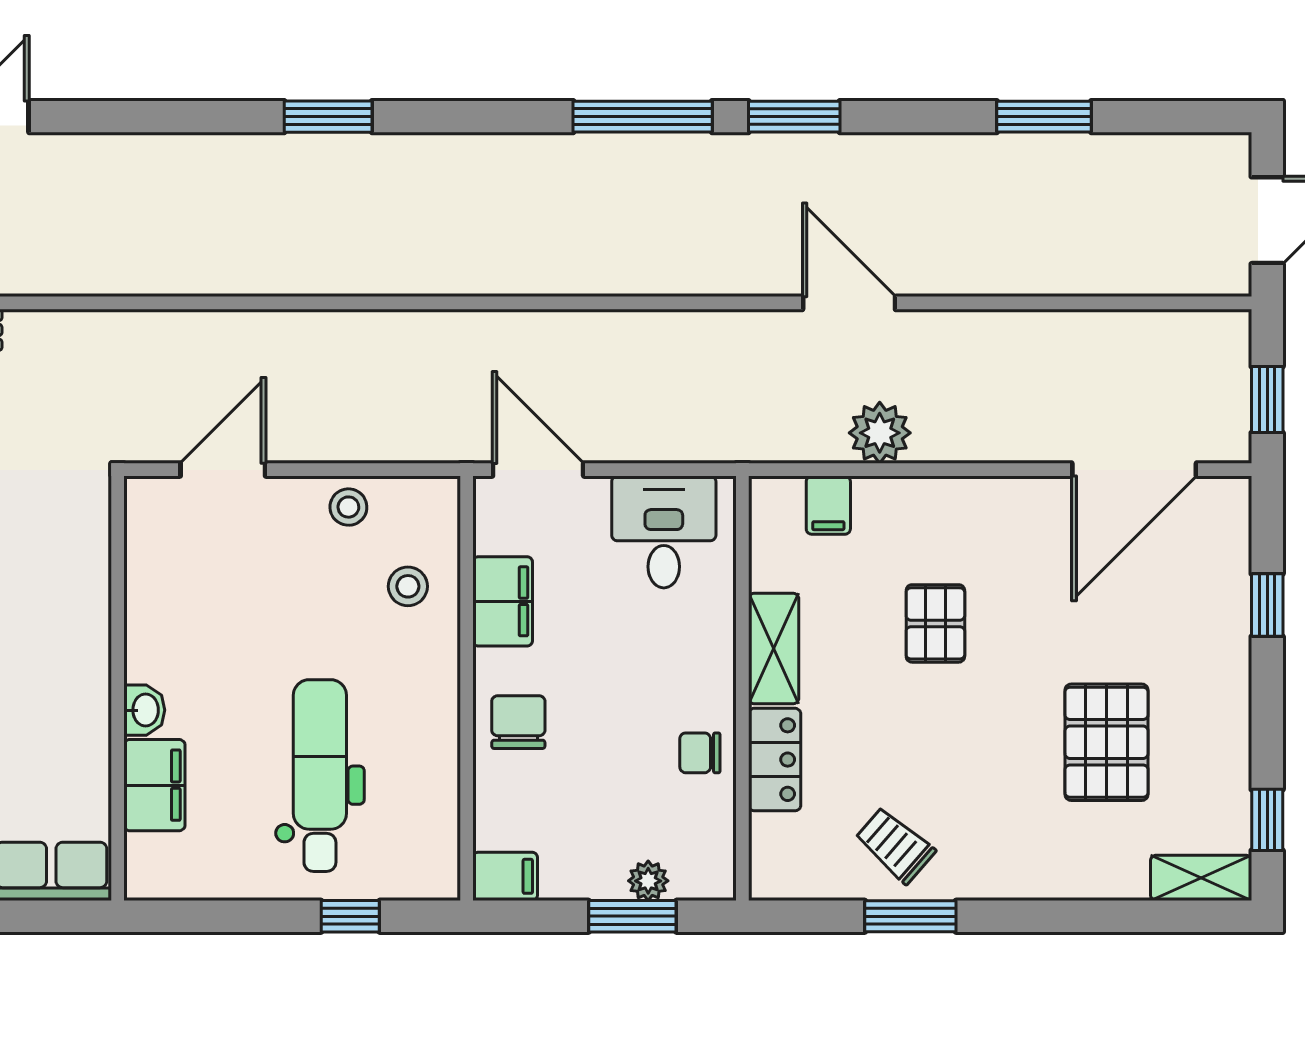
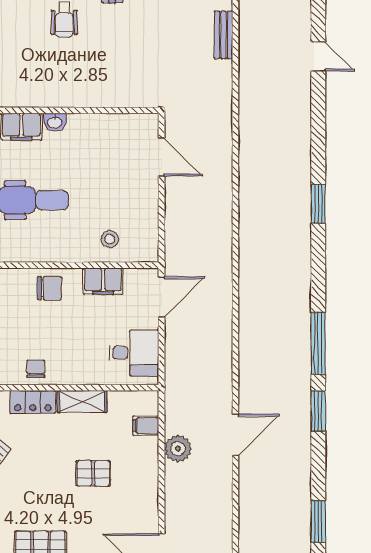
stool: (348, 507) -> (145, 213), removed

